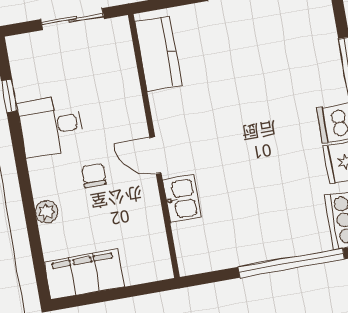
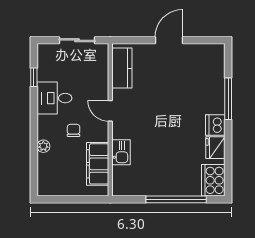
door: (155, 155) -> (110, 111), moved
filing cabinet: (84, 274) -> (98, 164), moved, turned -90

